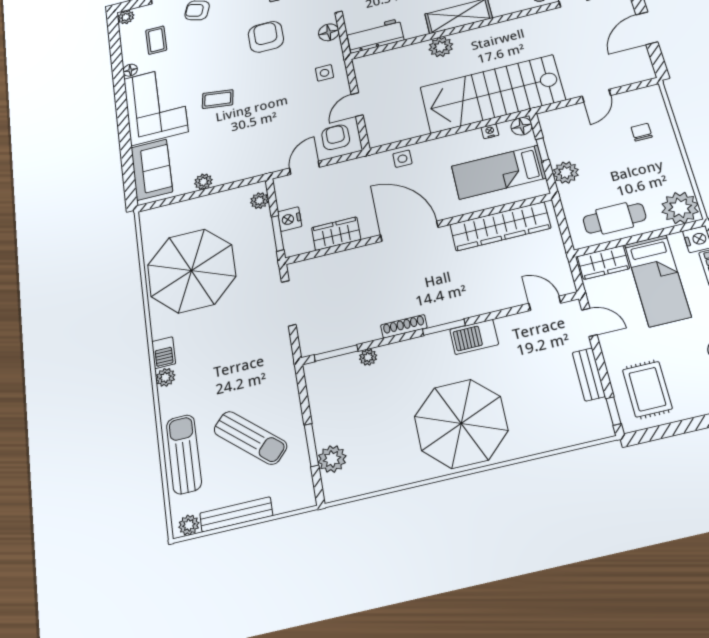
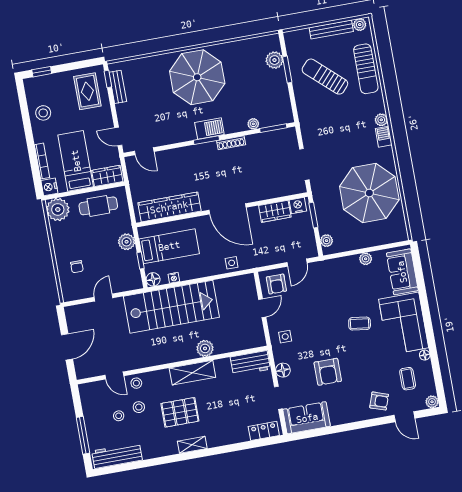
nightstand: (290, 219) -> (298, 206), moved, turned -90
barbecue: (474, 337) -> (209, 128), moved
bench: (589, 374) -> (118, 87), moved

